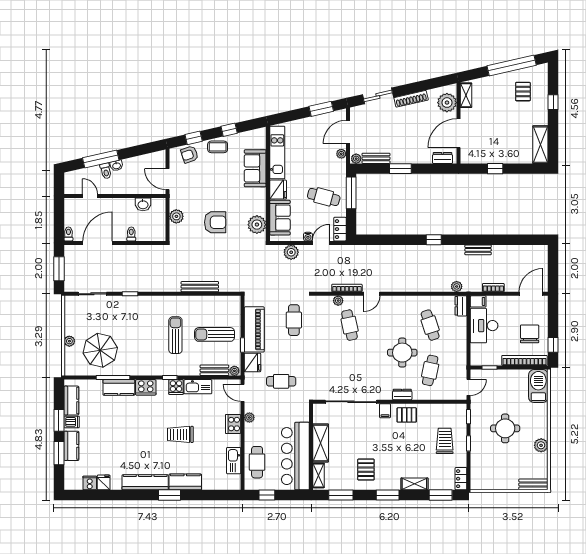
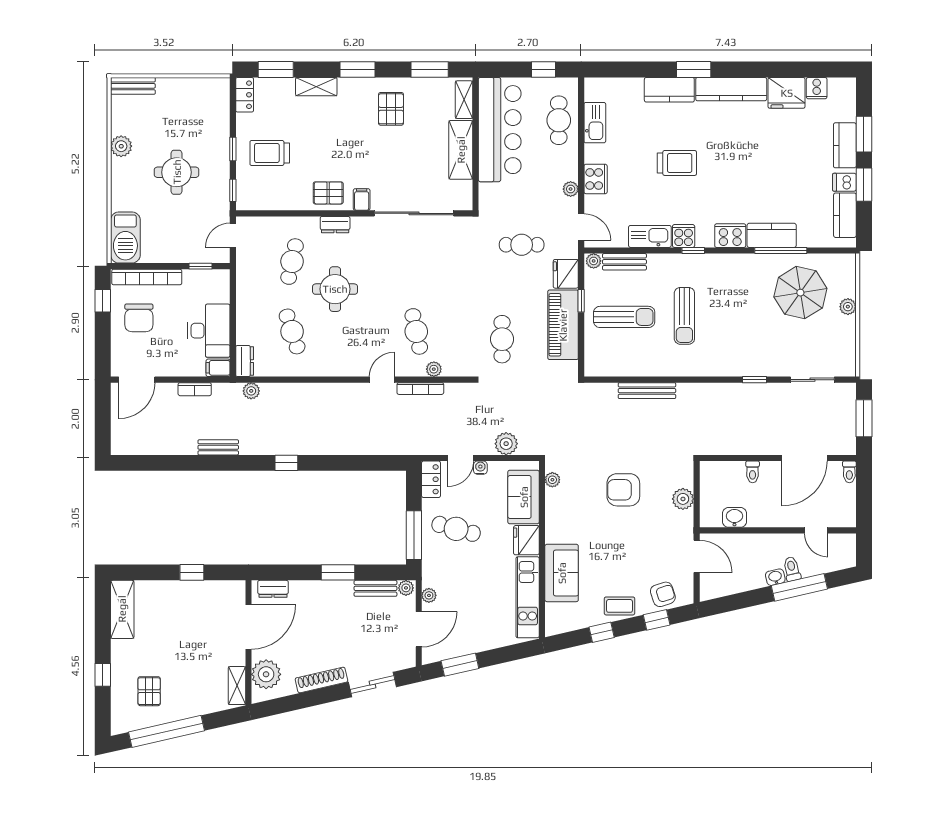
plant: (257, 225) -> (552, 480), width x0.53, depth x0.53
trolley: (445, 441) -> (270, 153), turned 90
fridge: (104, 482) -> (787, 93), width x1.88, depth x1.34

